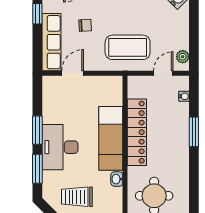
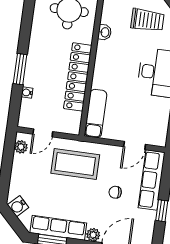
water cooler: (184, 96) -> (27, 93), moved
exam couch: (111, 138) -> (96, 114), moved, width x0.73, depth x0.69

